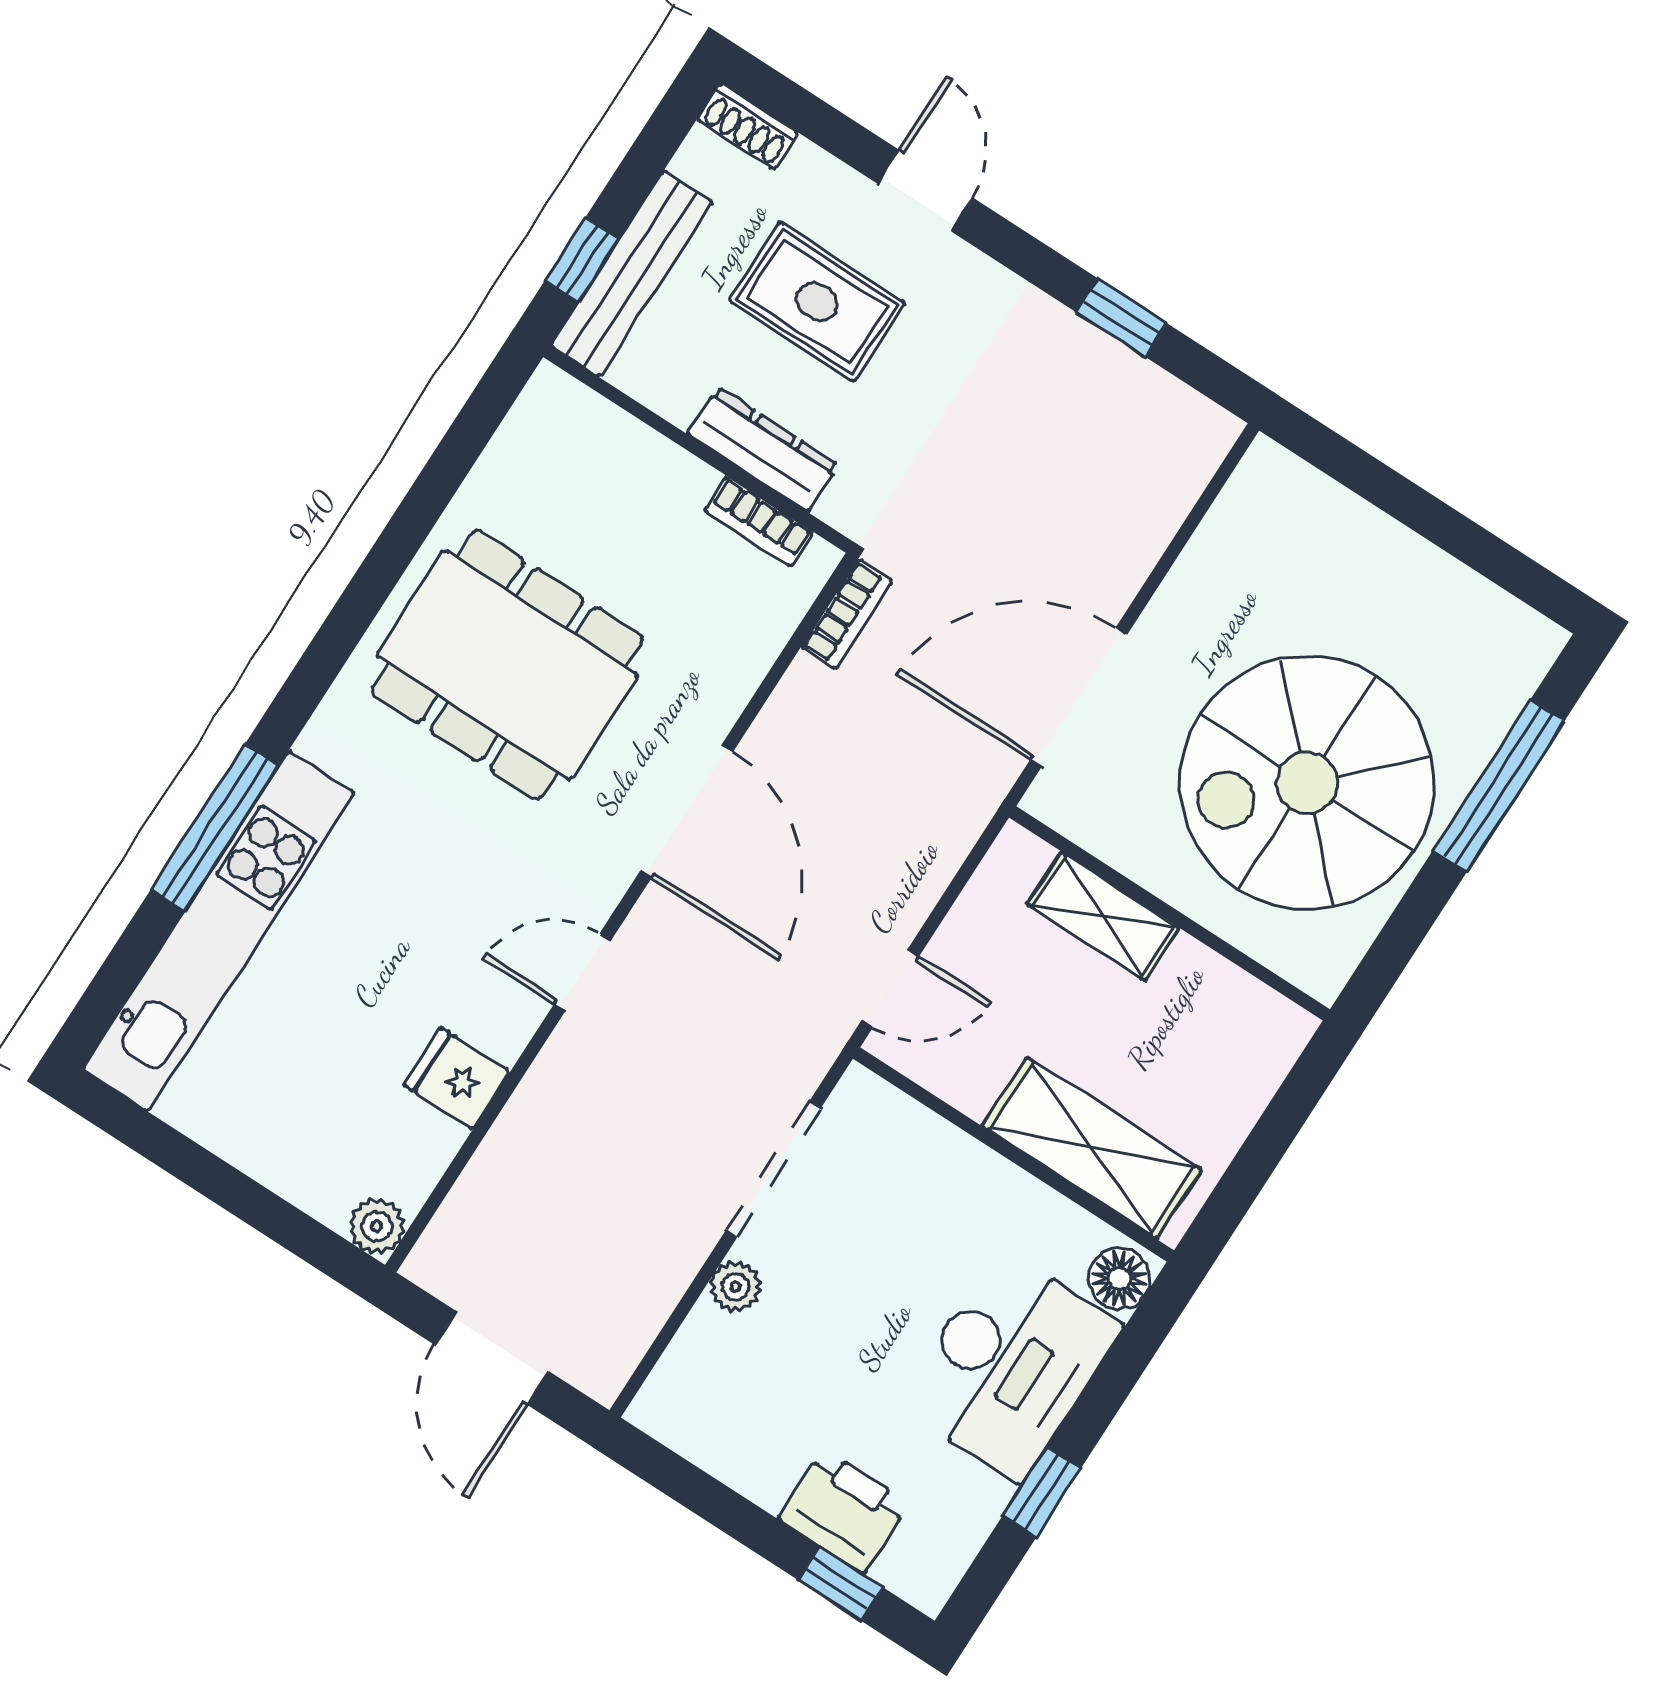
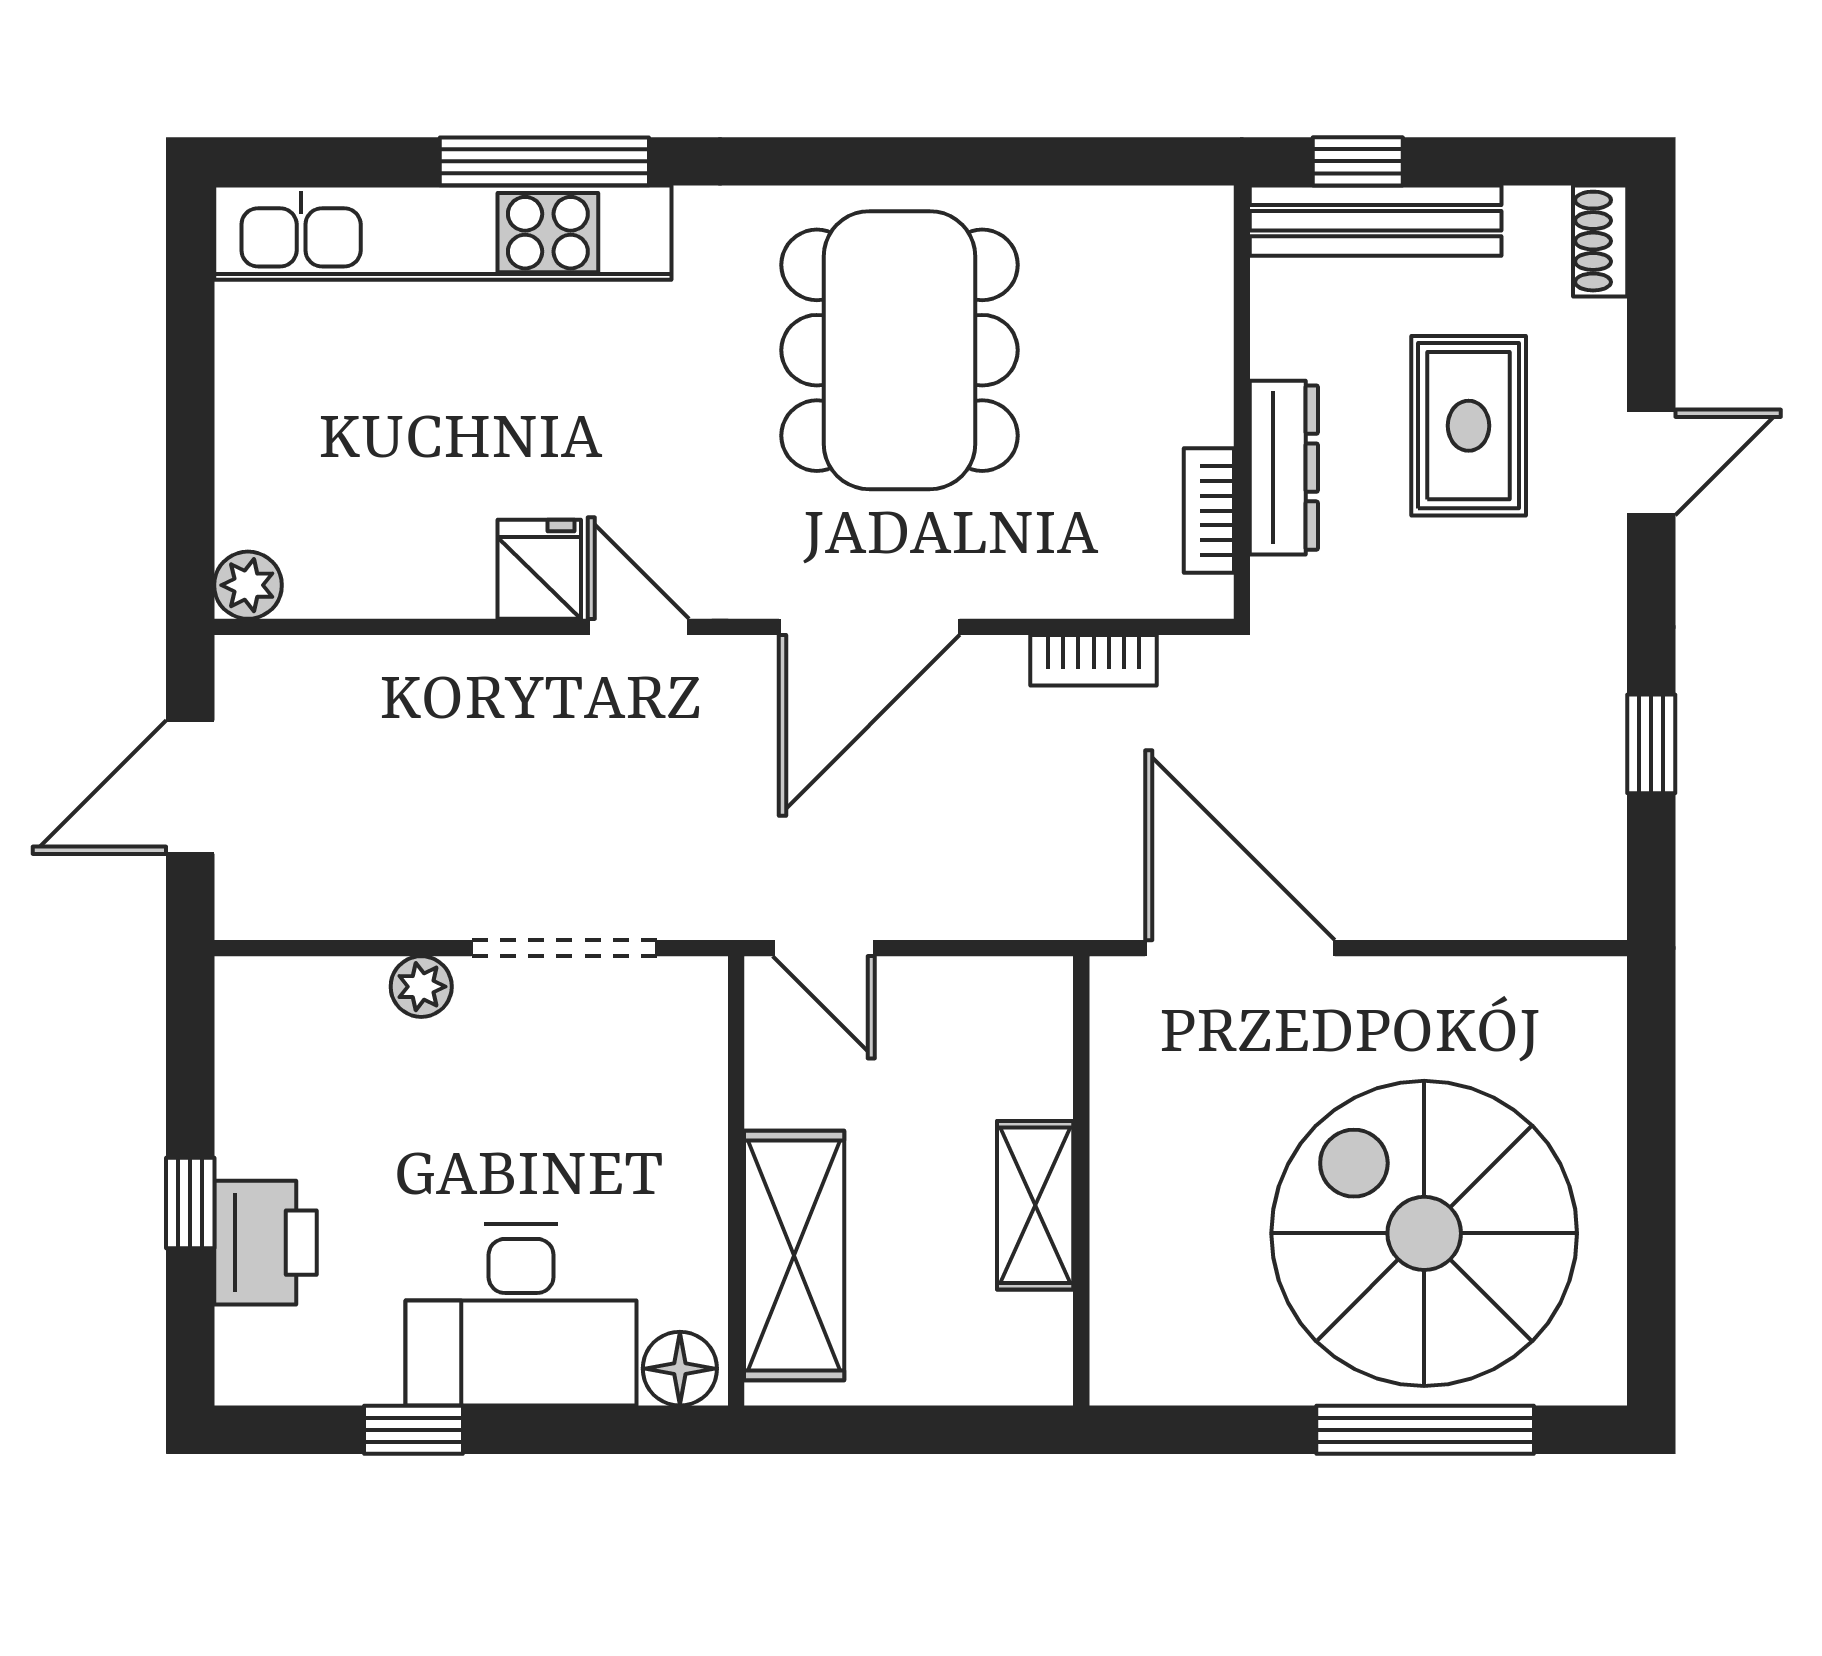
bookcase: (847, 614) -> (1094, 660), moved
spiral stairs: (1307, 783) -> (1424, 1233), moved
shelving: (1103, 916) -> (1035, 1205), moved
fridge: (457, 1079) -> (539, 569), moved
window: (840, 1584) -> (190, 1203), moved

